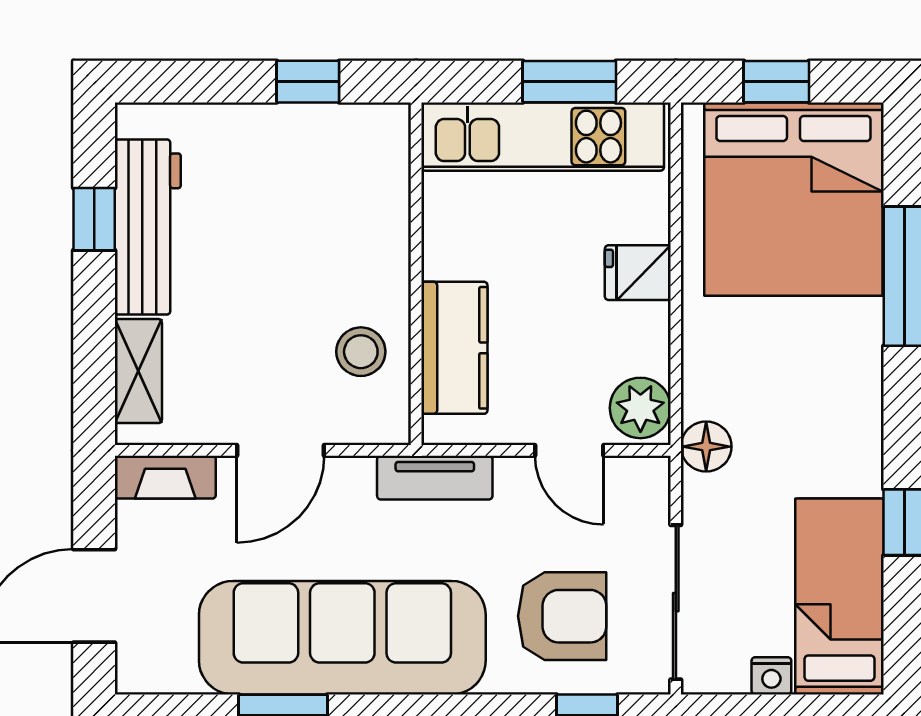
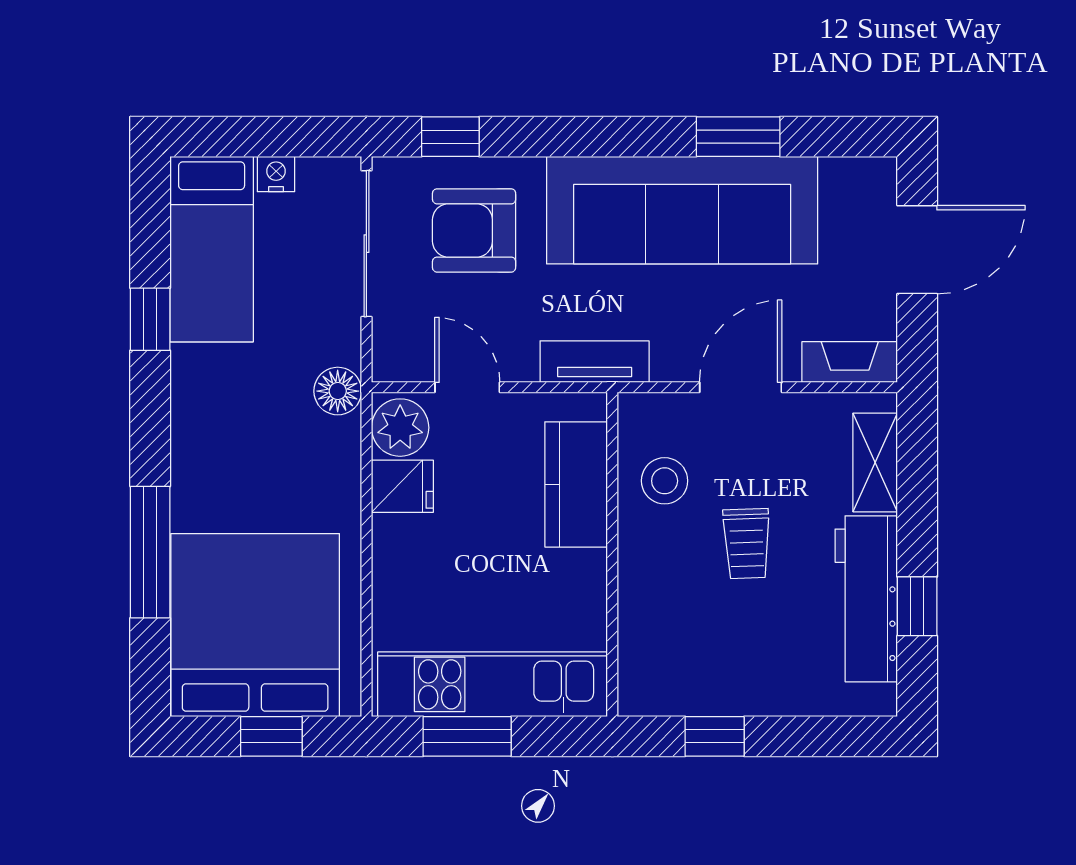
fridge: (638, 273) -> (402, 486), moved
trolley: (274, 285) -> (747, 544), added

